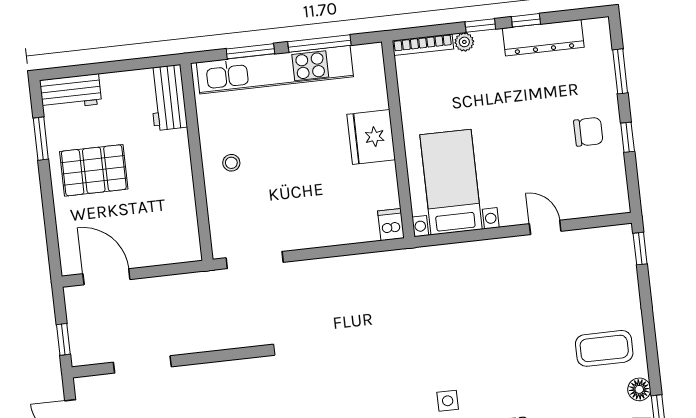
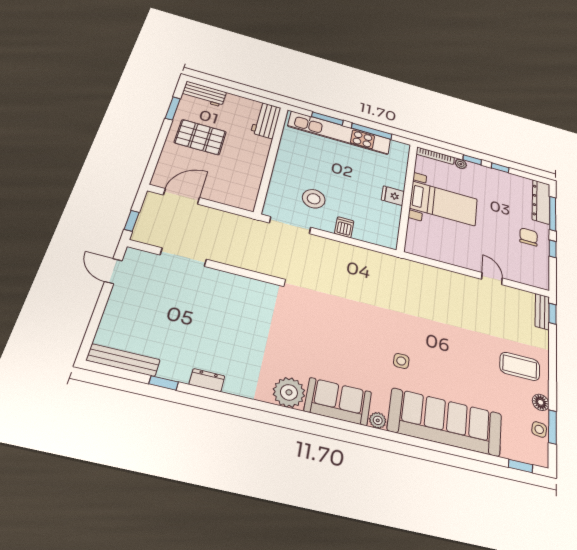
dresser: (543, 38) -> (541, 202), moved, turned 90
window: (620, 71) -> (553, 214), width x1.44
chair: (588, 132) -> (529, 237), turned -90
fridge: (371, 137) -> (393, 196), width x0.53, depth x0.75
stool: (231, 163) -> (314, 199), moved, width x1.89, depth x1.89
bed with nightstands: (451, 182) -> (444, 203), moved, turned 90
dishwasher: (391, 225) -> (344, 227), moved
bench: (625, 251) -> (542, 311), added
door: (106, 277) -> (181, 196), hinge flipped

